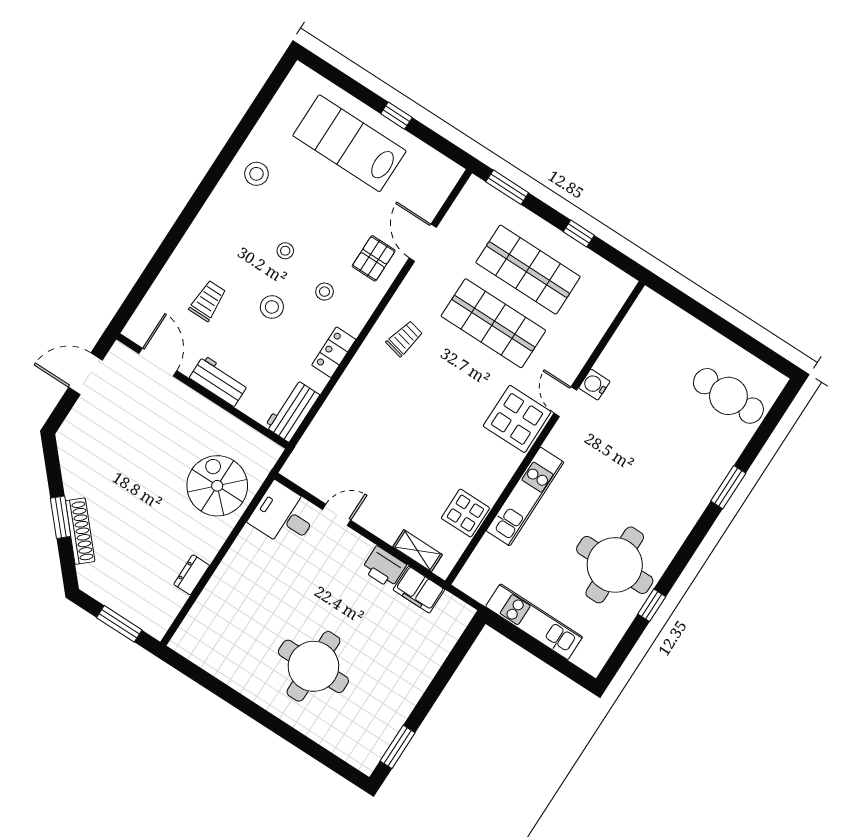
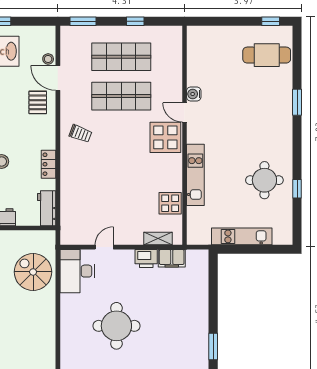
stool: (325, 292) -> (48, 59), moved
trolley: (404, 338) -> (80, 134), turned 98
window: (764, 353) -> (271, 21), added
desk: (284, 516) -> (77, 271), width x1.37
round table: (615, 565) -> (264, 180), width x0.73, depth x0.73
dresser: (192, 575) -> (50, 326), removed
round table: (313, 666) -> (116, 326), moved

